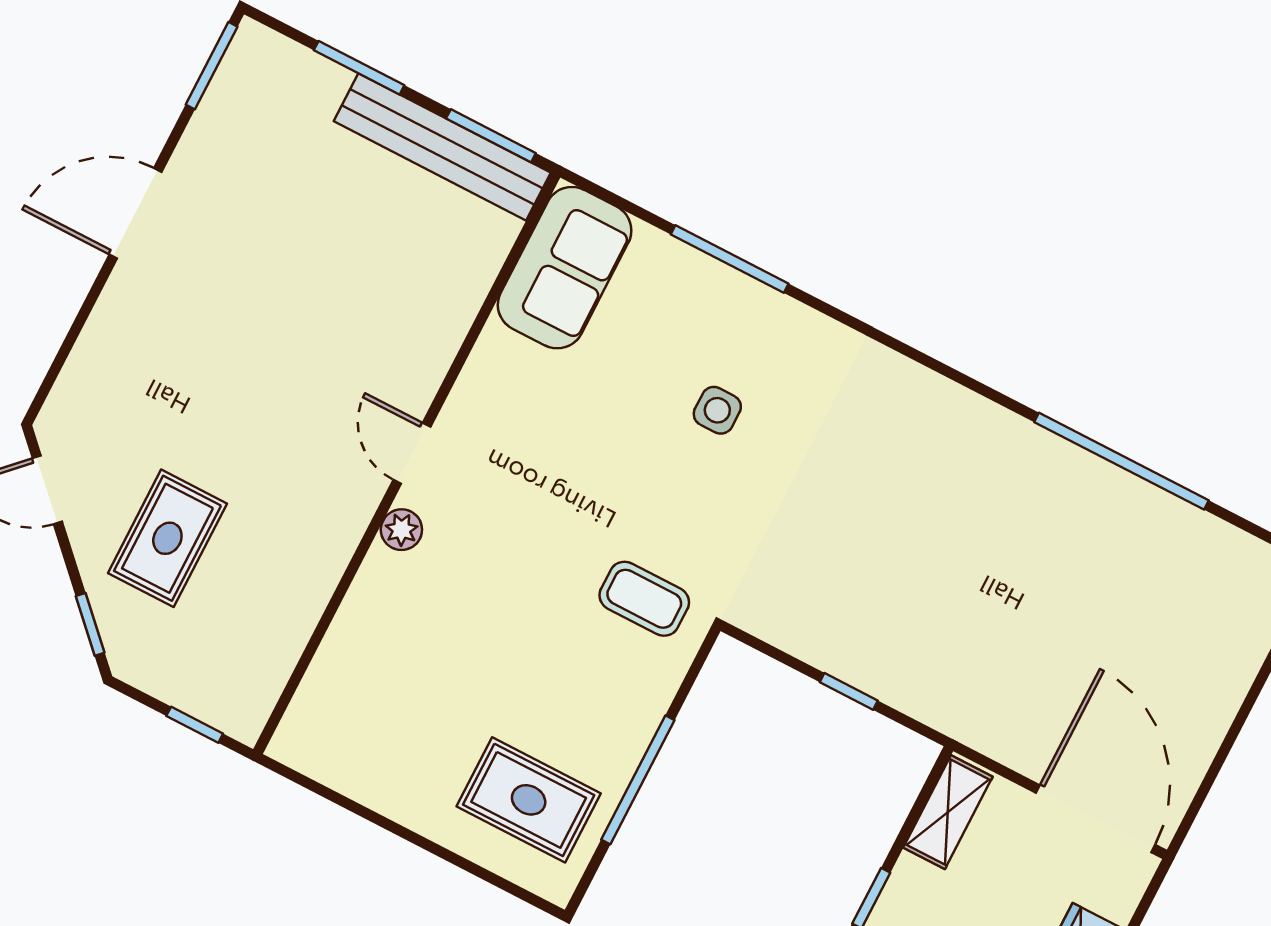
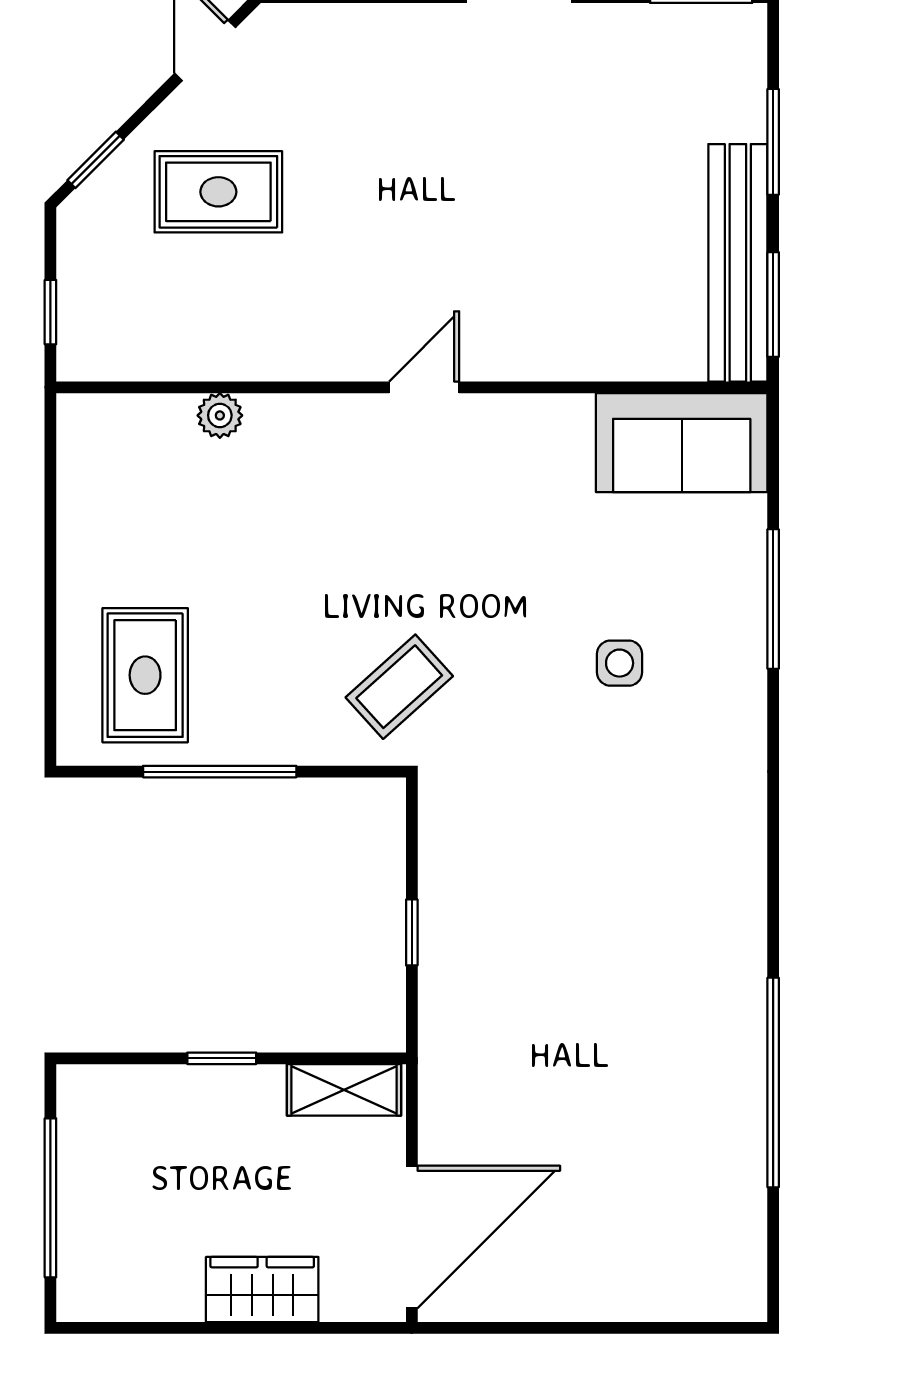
plant: (401, 530) -> (220, 415), moved
coffee table: (644, 599) -> (399, 687), turned 48

